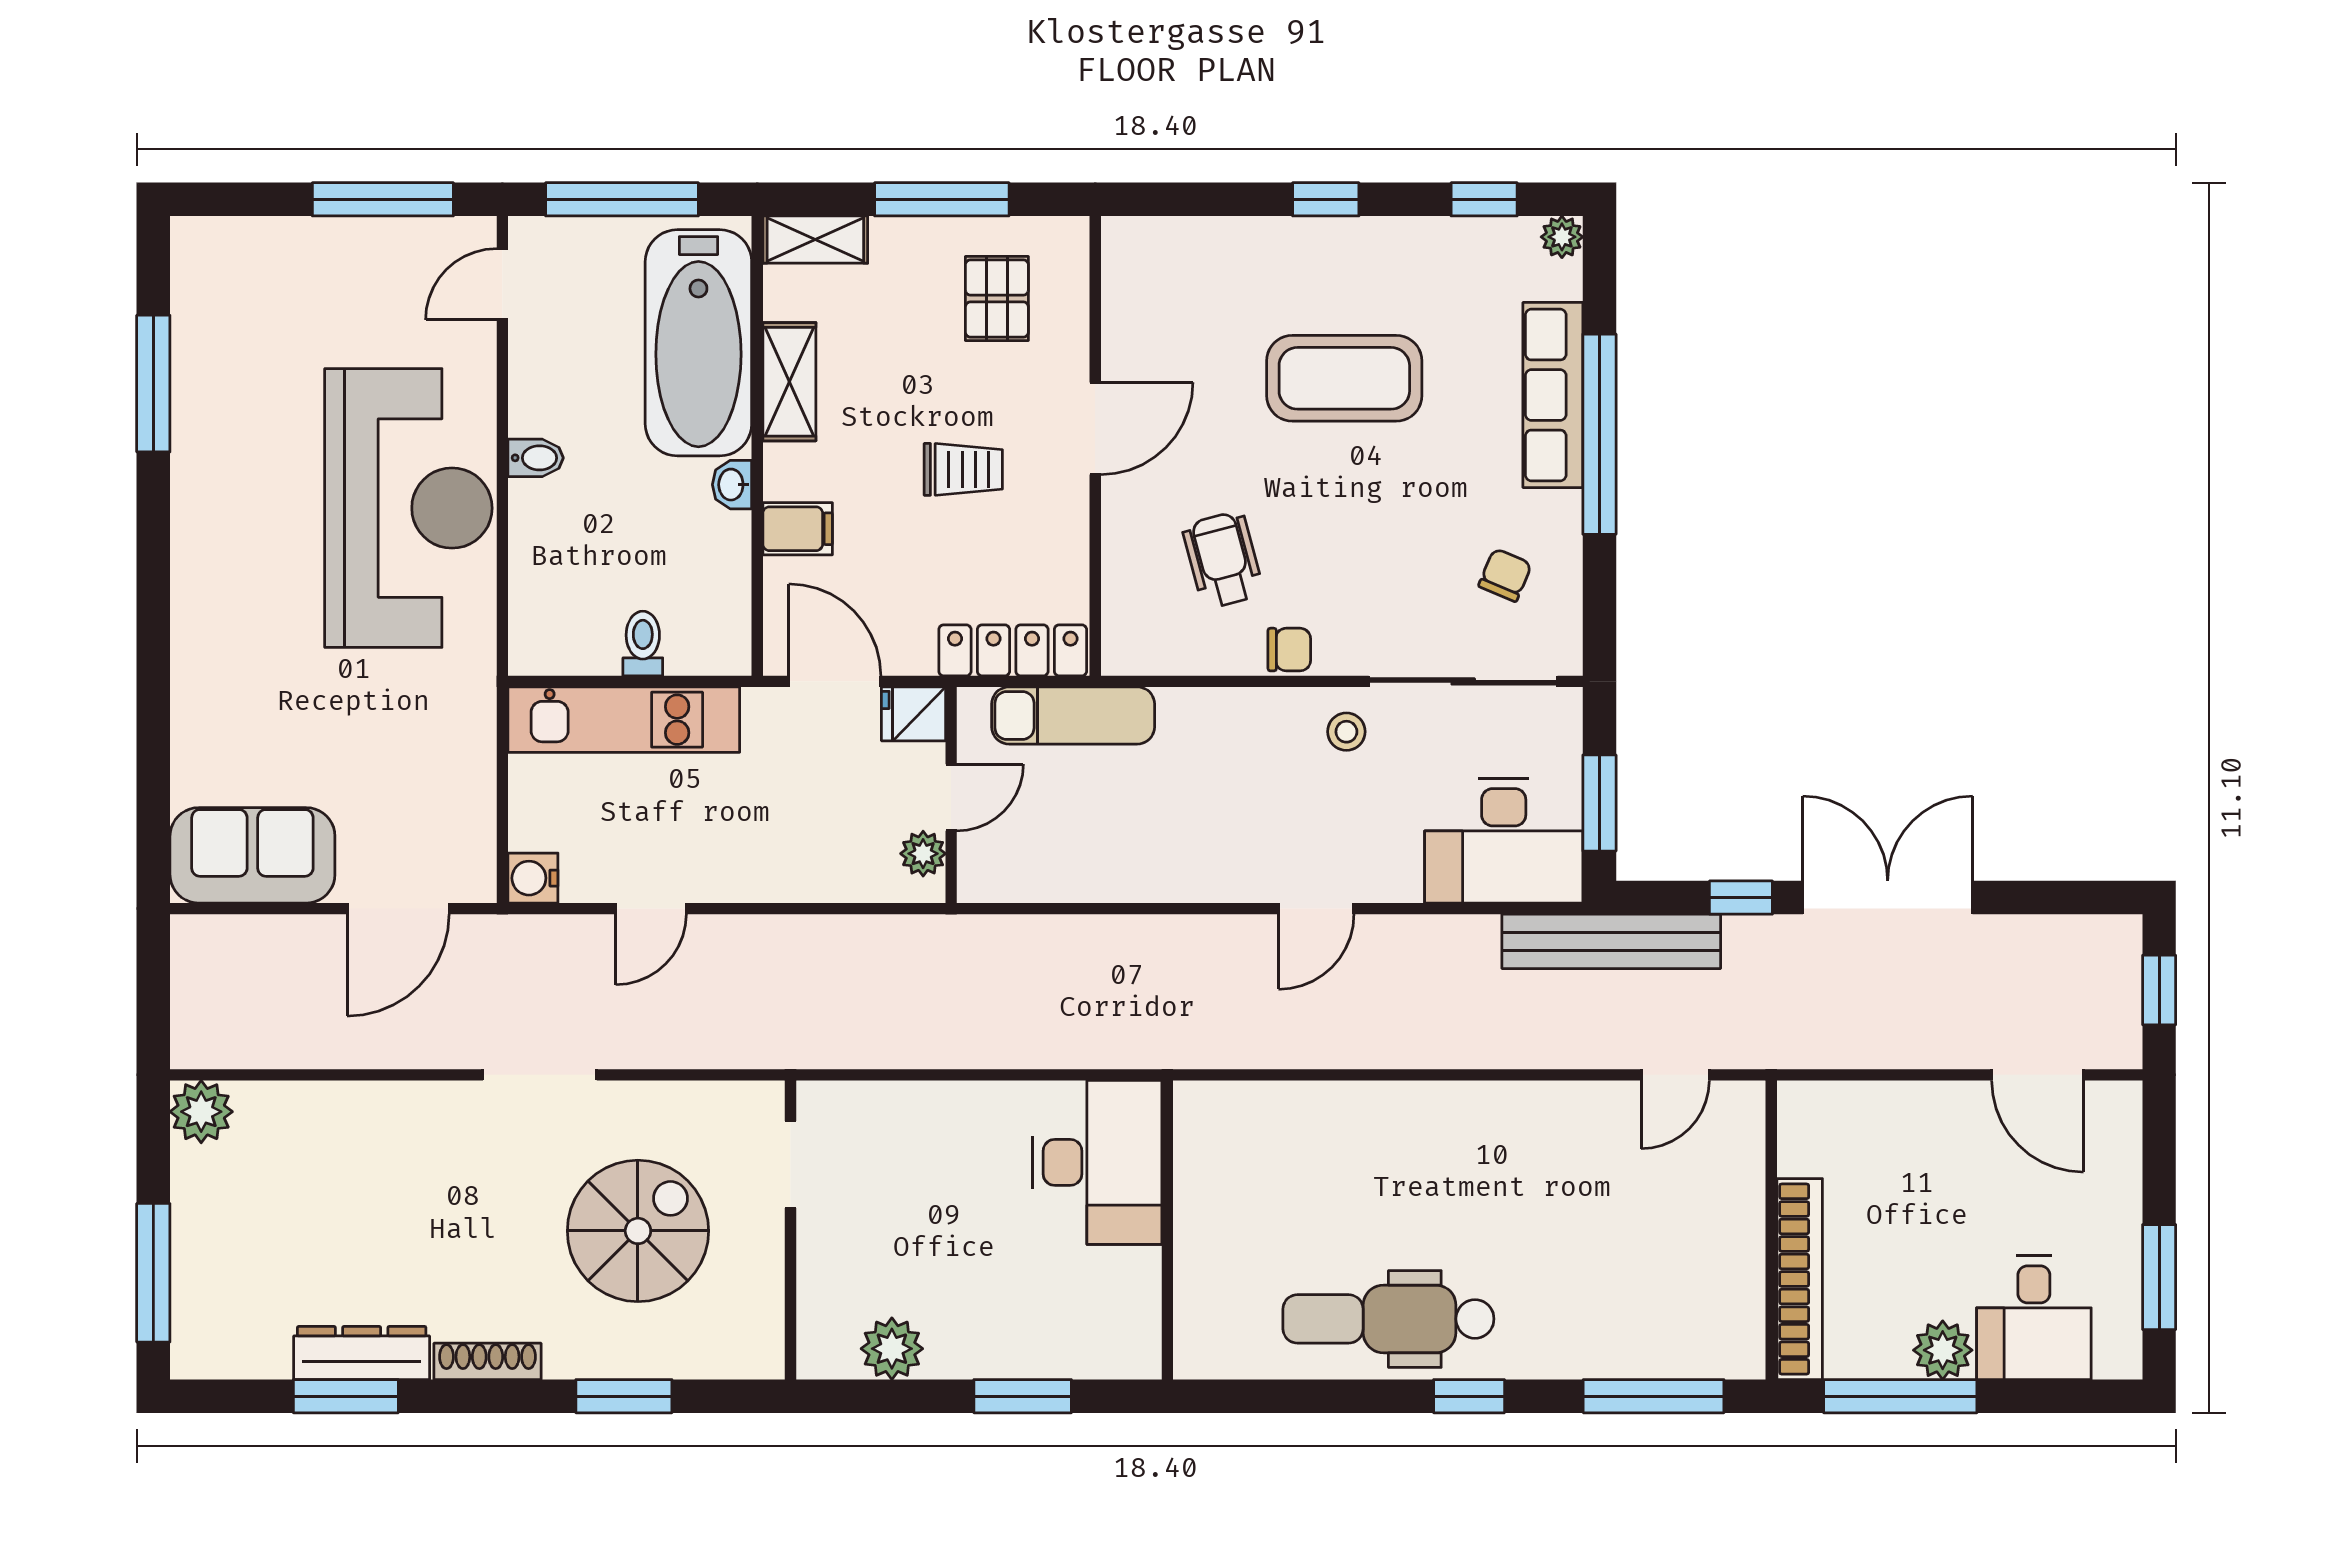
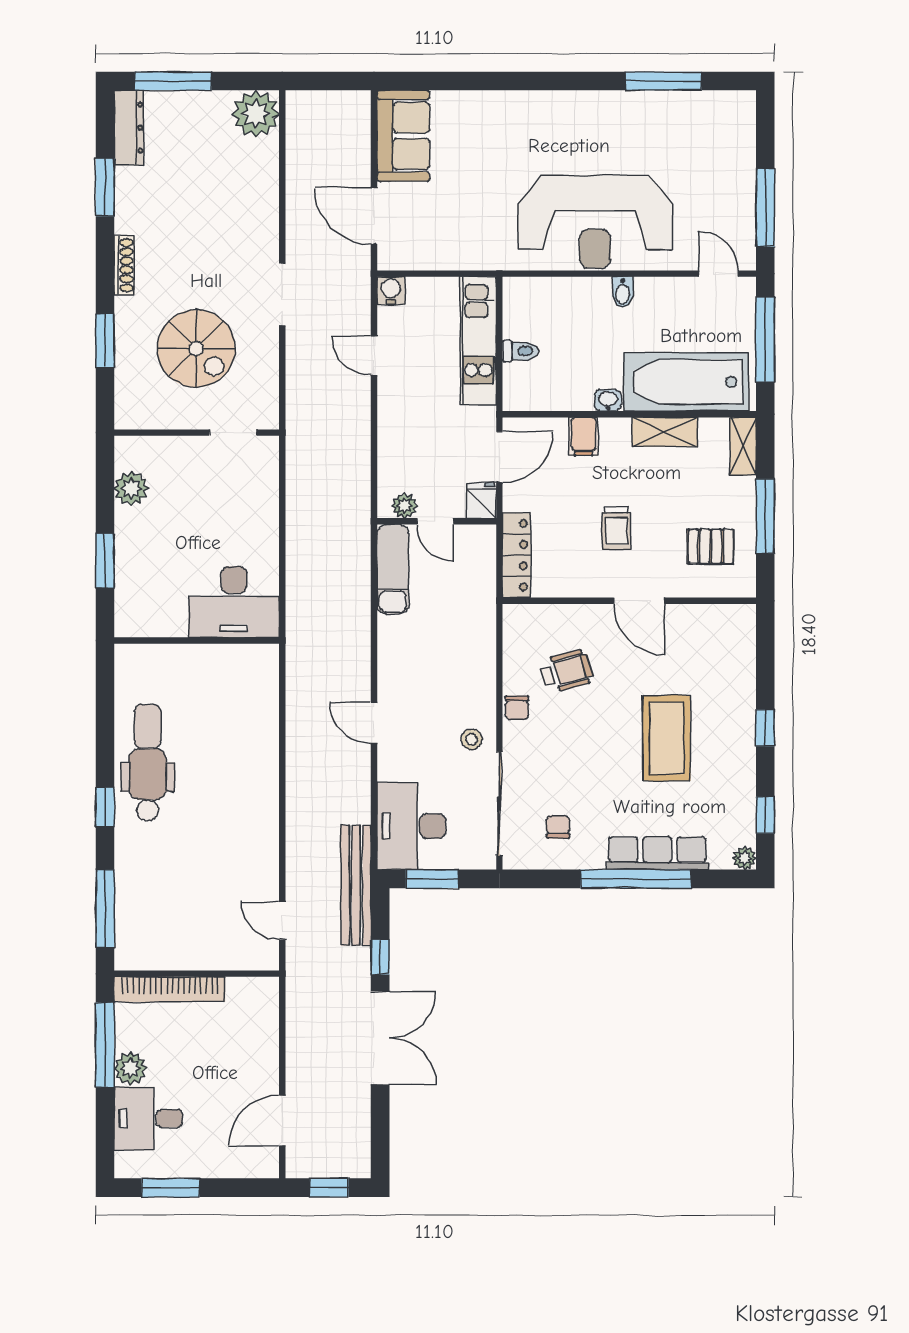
chair: (1505, 575) -> (558, 827), turned -113
exam couch: (1073, 715) -> (393, 569), moved, turned 180
plant: (201, 1112) -> (256, 114), width x1.36, depth x1.36
dresser: (362, 1353) -> (129, 128), moved

